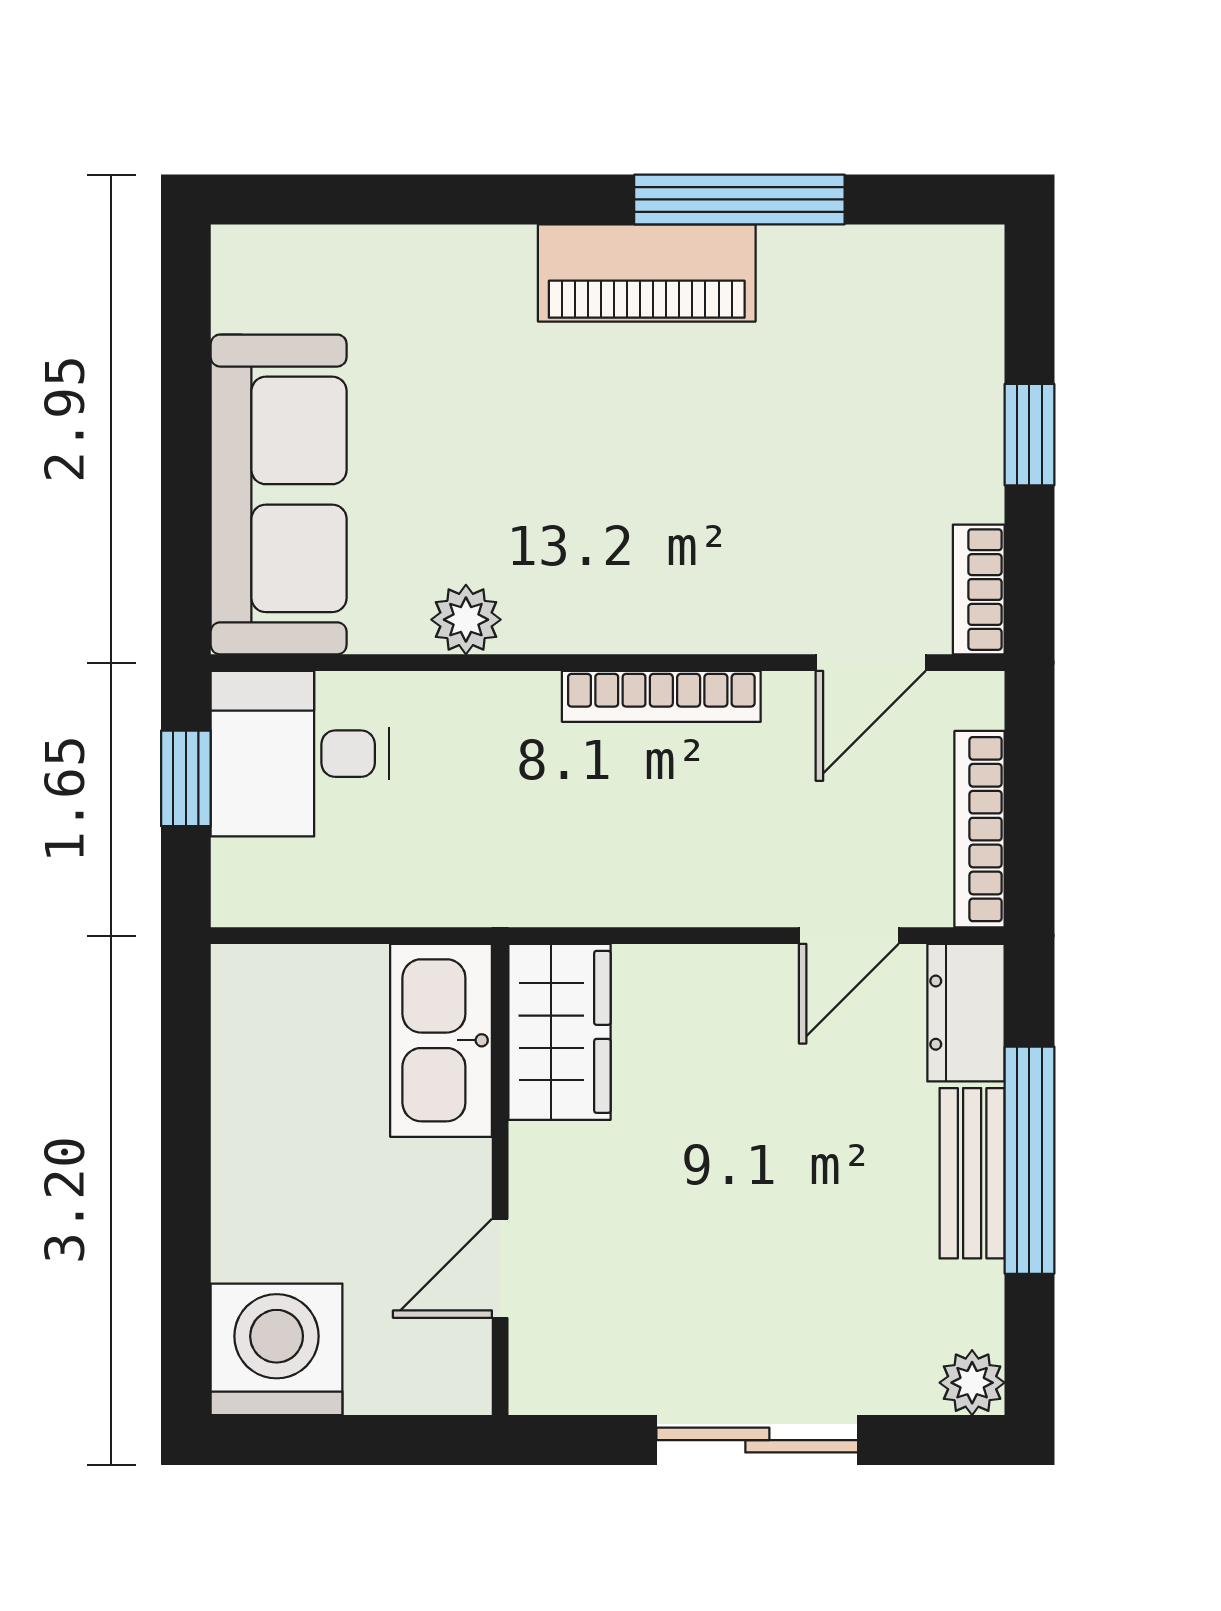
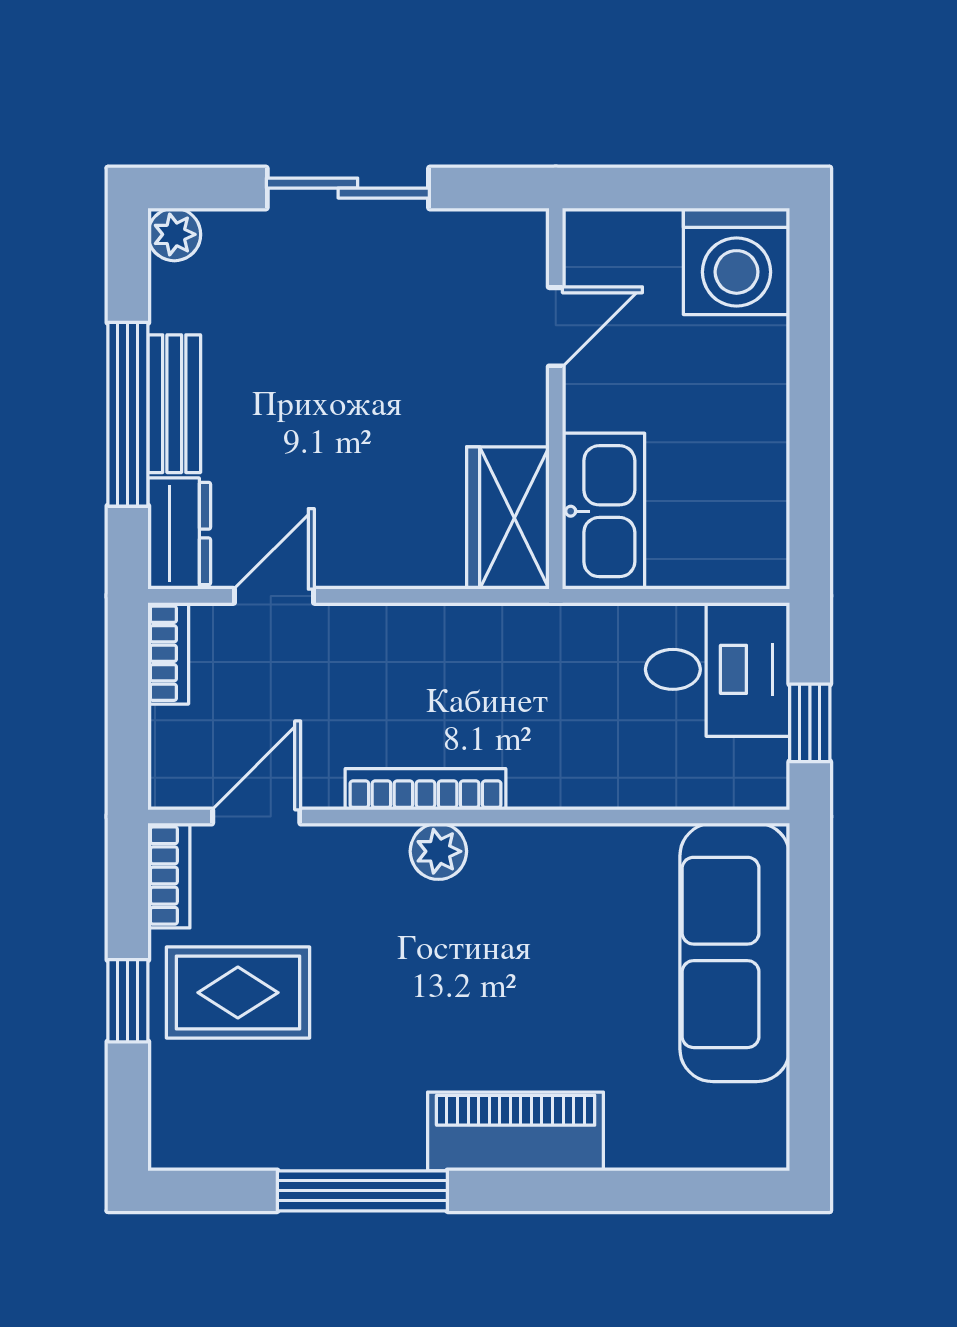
piano: (647, 273) -> (516, 1131), moved
rug: (893, 445) -> (238, 993), added
plant: (466, 620) -> (438, 851), moved
desk: (300, 754) -> (718, 669), moved
bookcase: (980, 829) -> (168, 653), width x0.64

